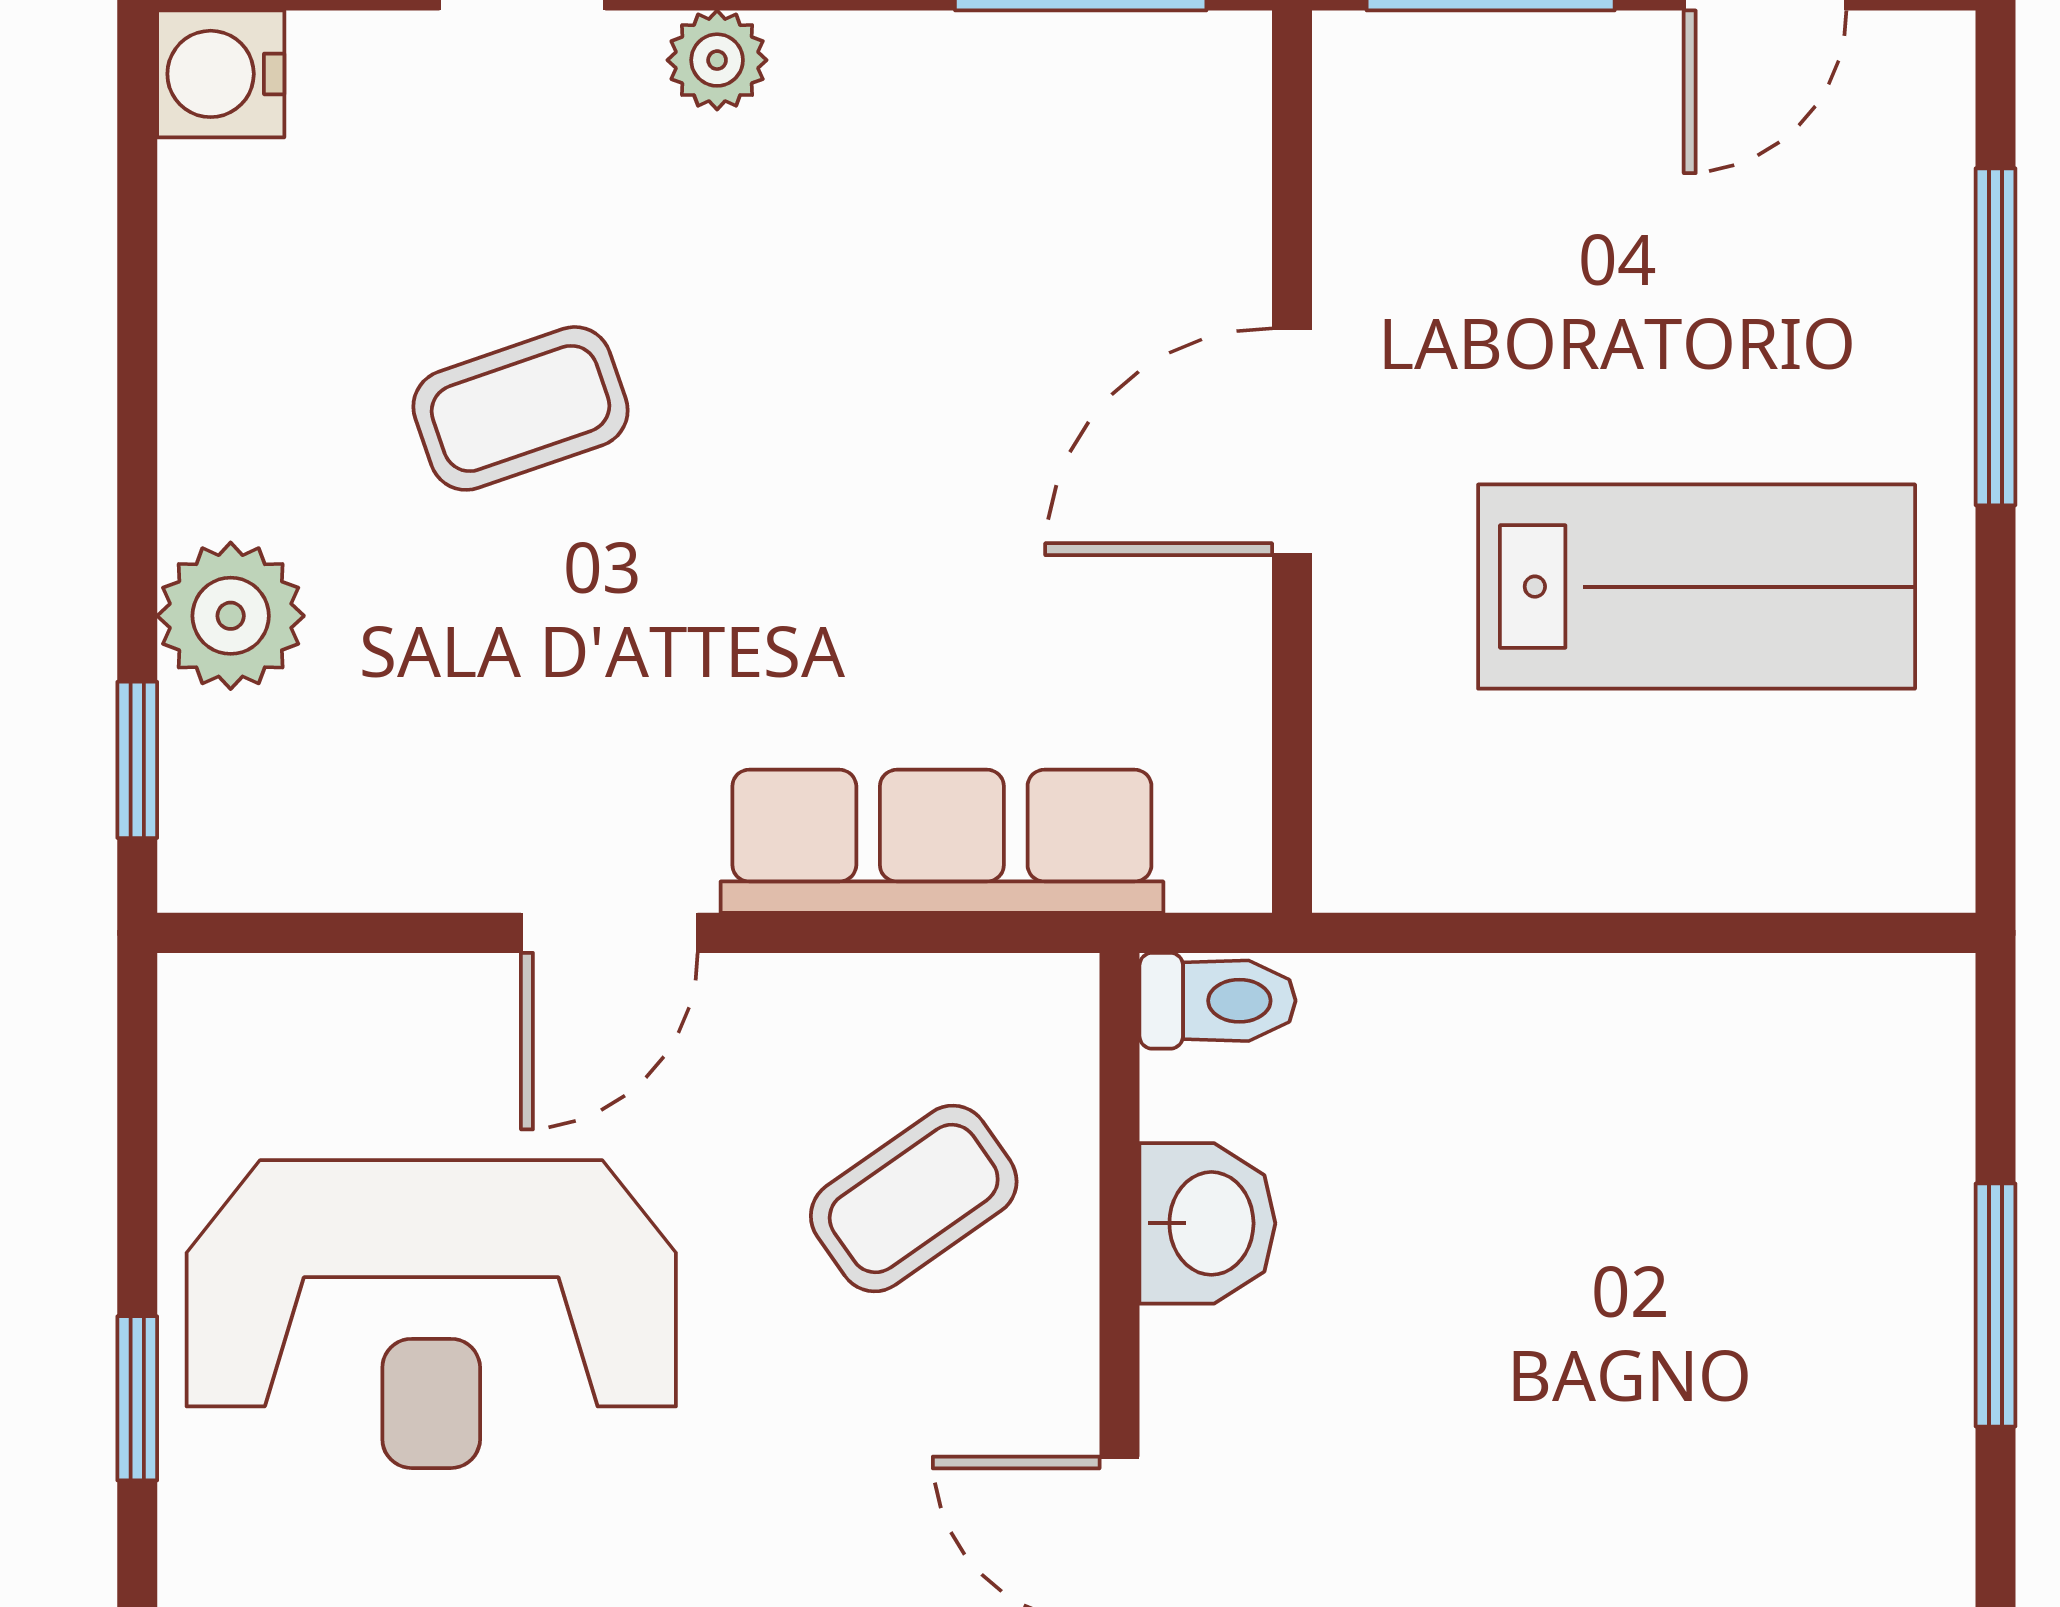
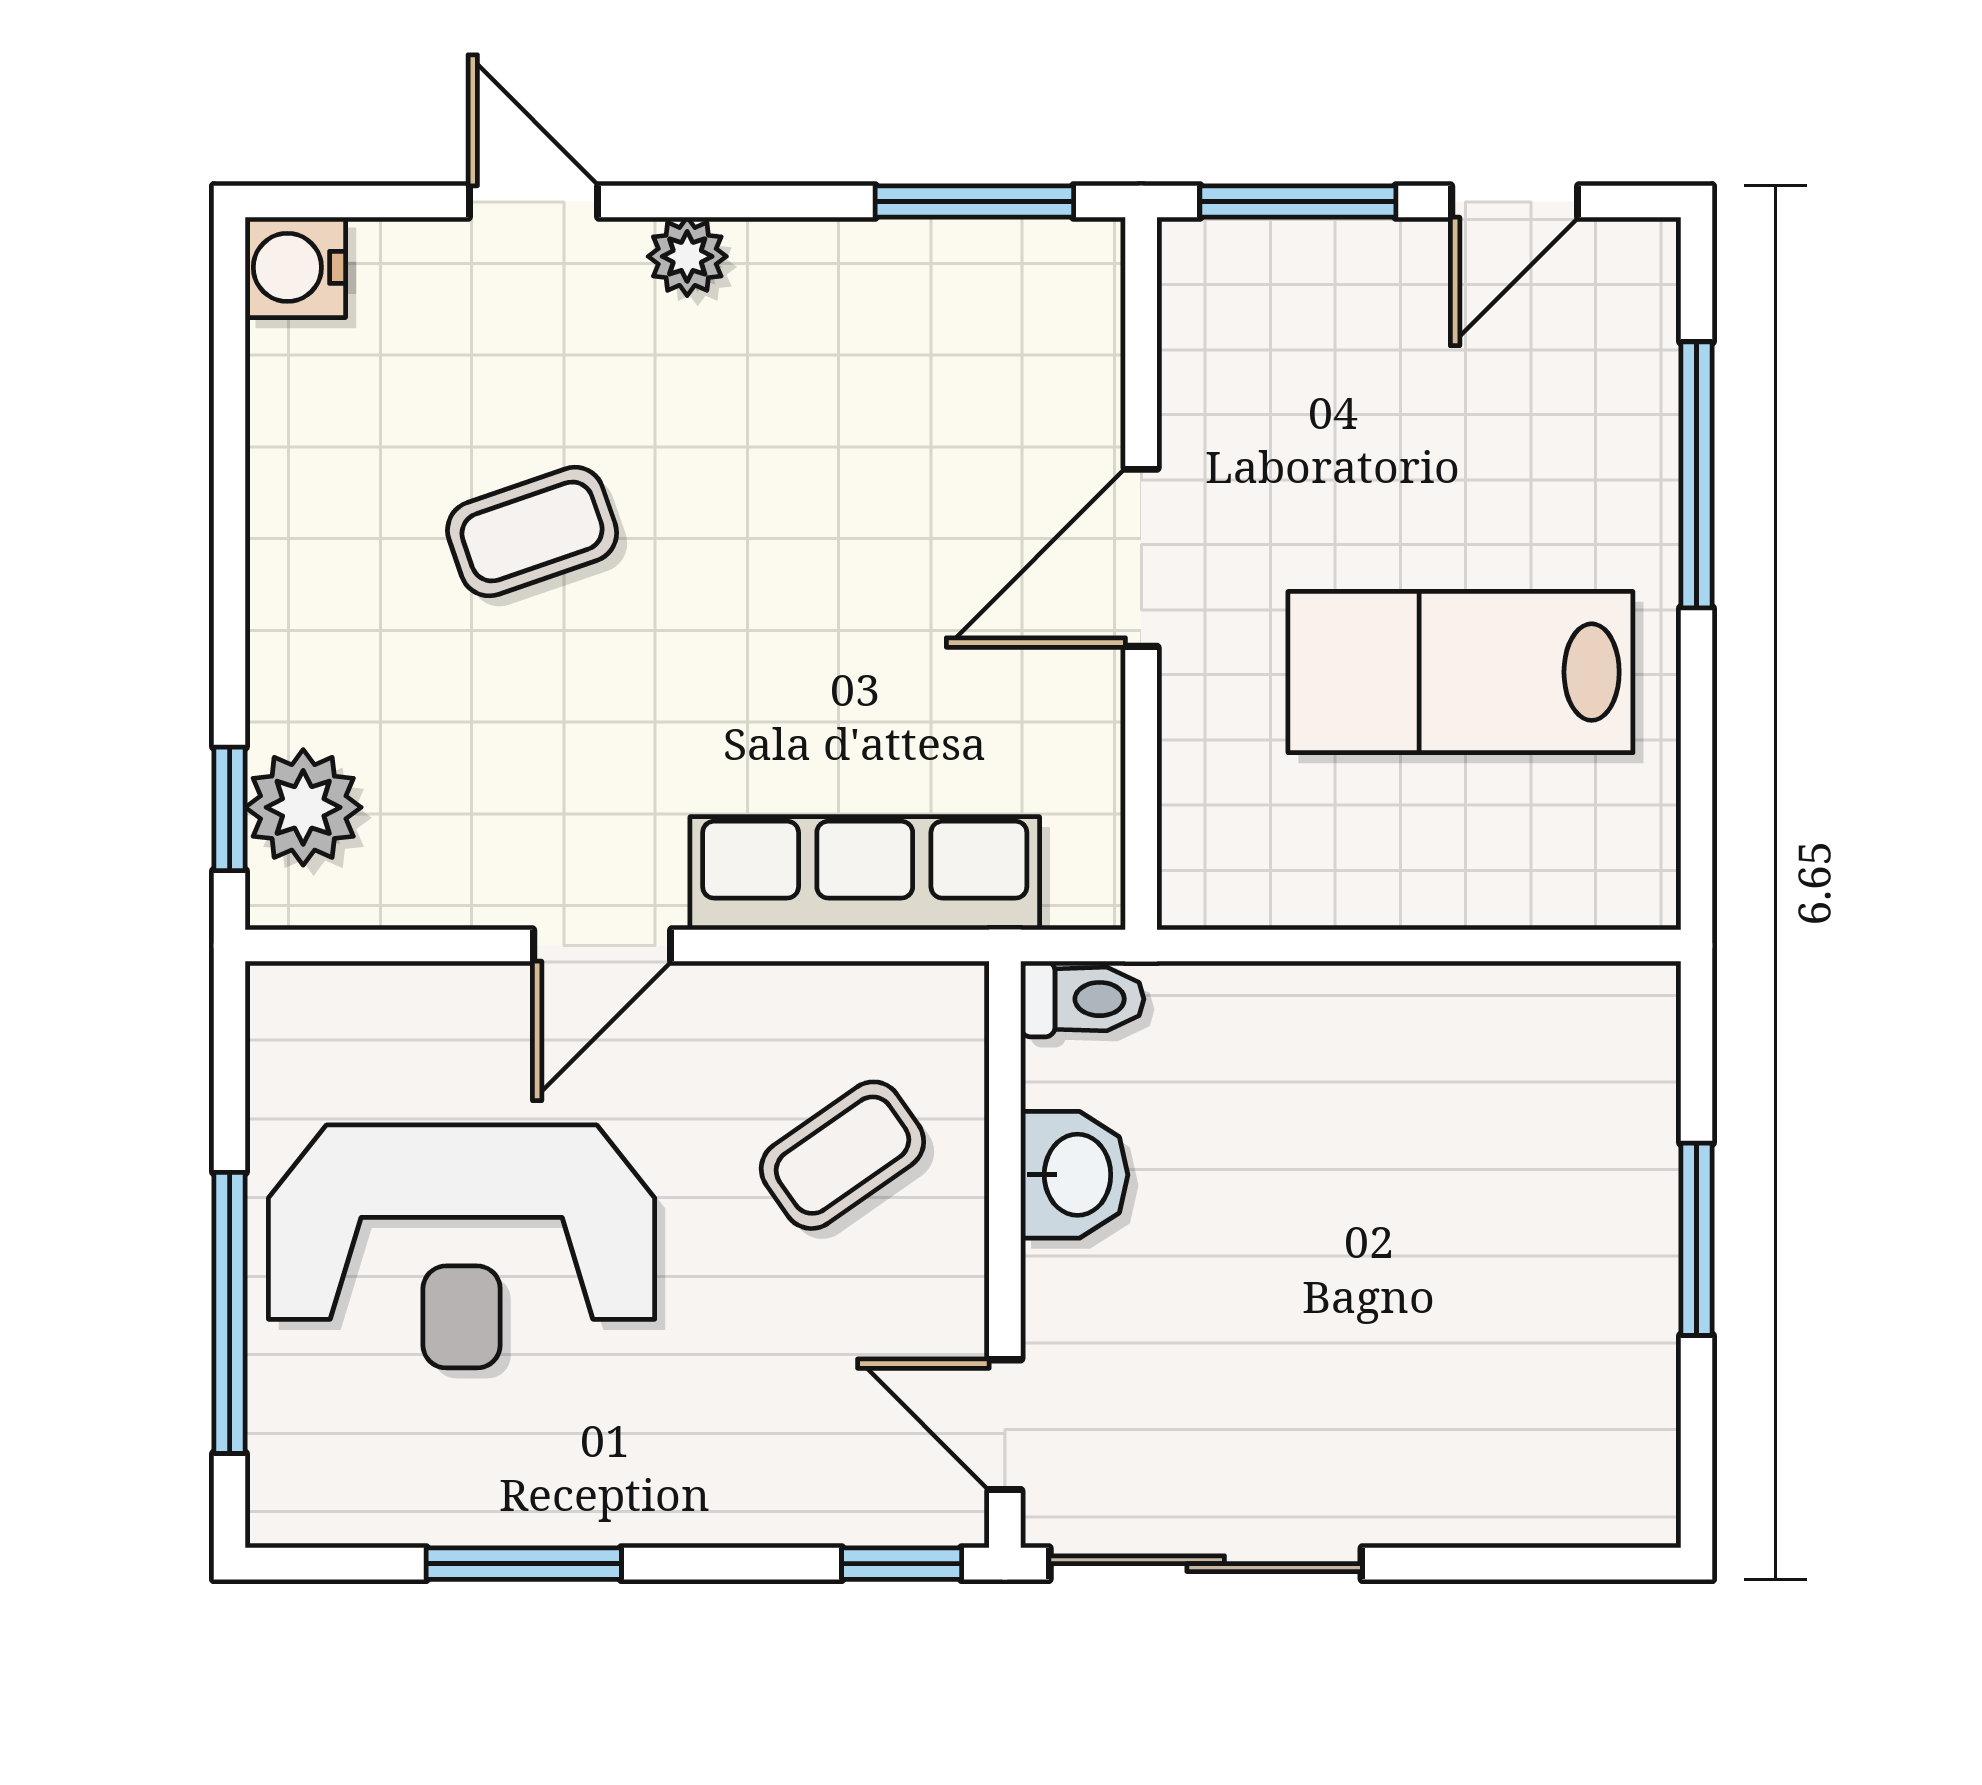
lab bench: (1697, 587) -> (1460, 672), turned 180
plant: (231, 616) -> (303, 807), moved
window: (137, 1398) -> (230, 1313), width x2.17

